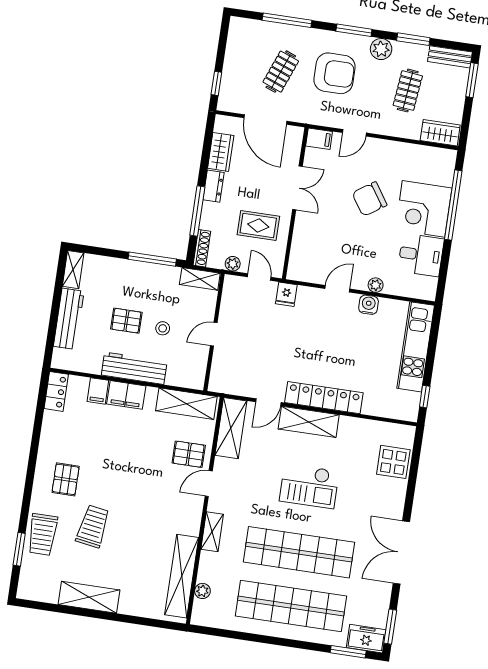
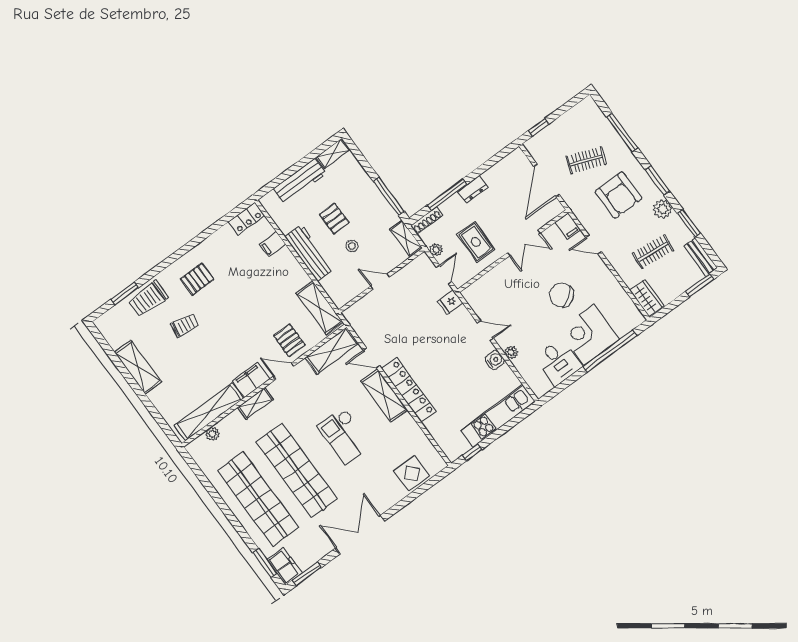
wardrobe: (221, 152) -> (499, 173), removed
filing cabinet: (126, 395) -> (251, 380), moved, turned 90
trolley: (93, 526) -> (185, 325), width x0.73, depth x0.72

